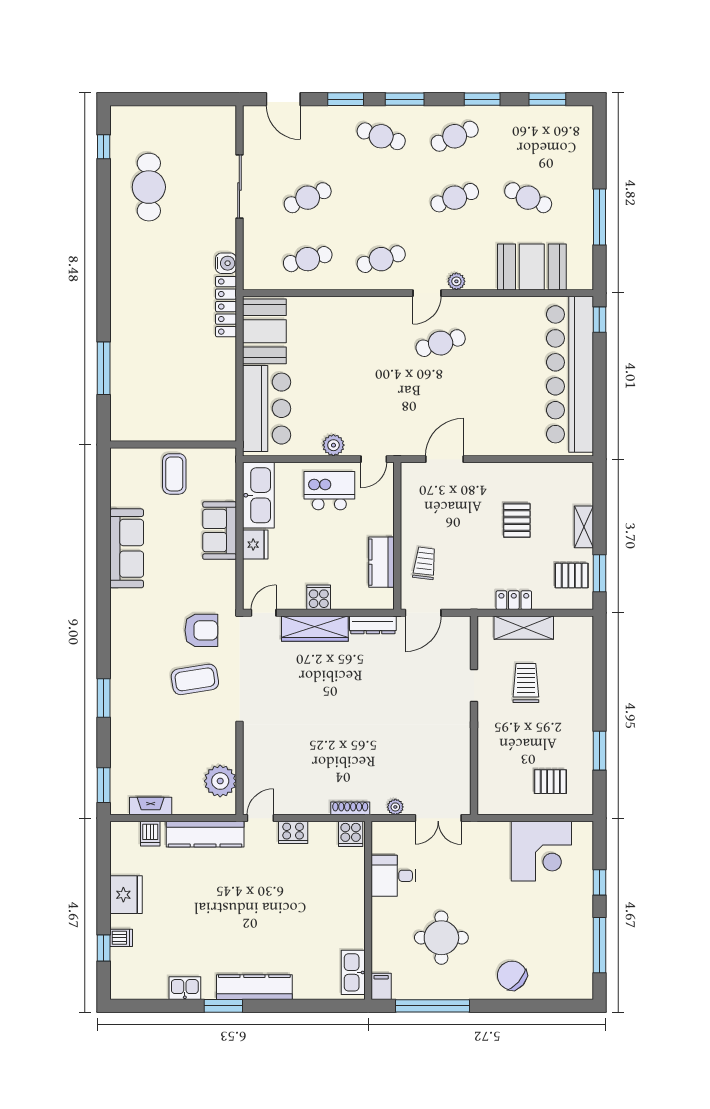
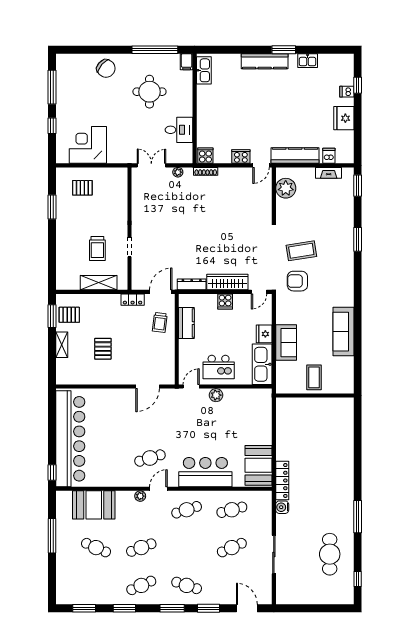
window: (104, 368) -> (358, 517), moved
bar counter: (267, 409) -> (205, 472), moved, turned 90
locker: (514, 600) -> (133, 300), moved

